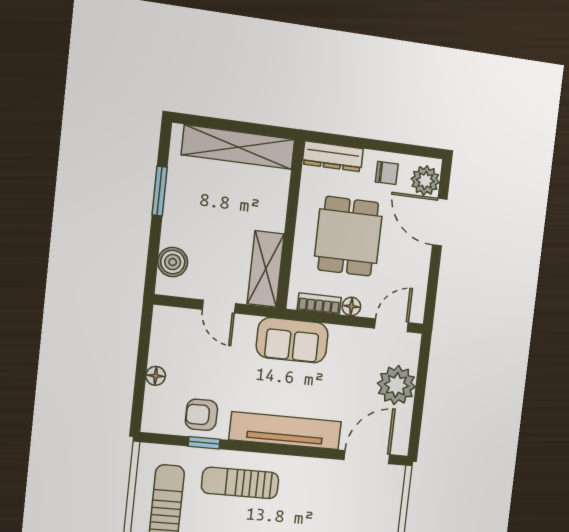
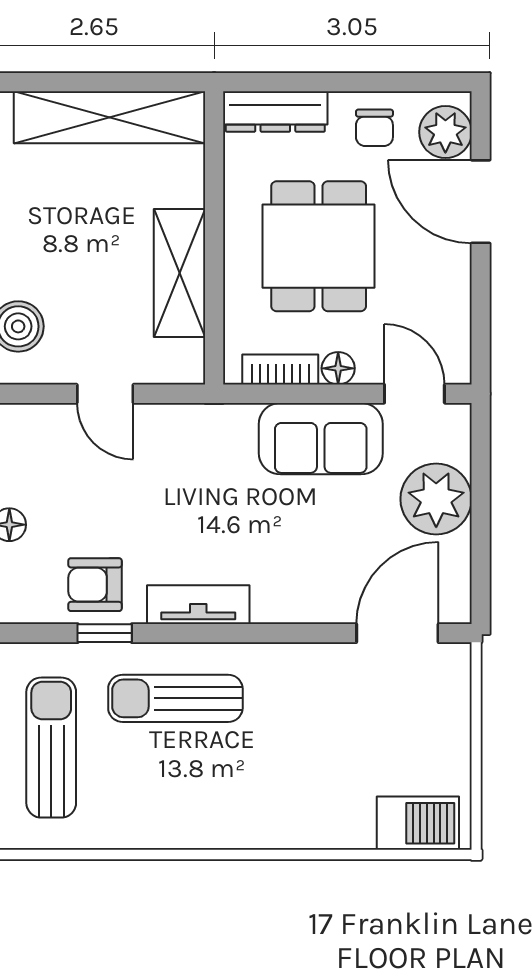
chair: (387, 173) -> (374, 128), turned 90
shelving: (266, 269) -> (179, 273), moved
door: (391, 325) -> (414, 394), hinge flipped
sofa: (292, 340) -> (321, 439), moved
tv unit: (285, 431) -> (198, 605), width x0.52, depth x0.78

